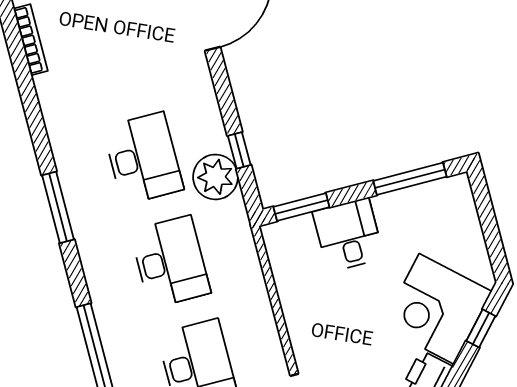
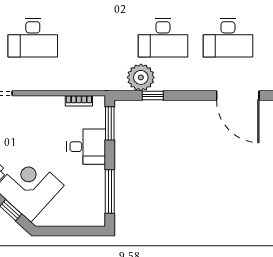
desk: (170, 262) -> (228, 38), moved
bookcase: (278, 266) -> (79, 101), added

